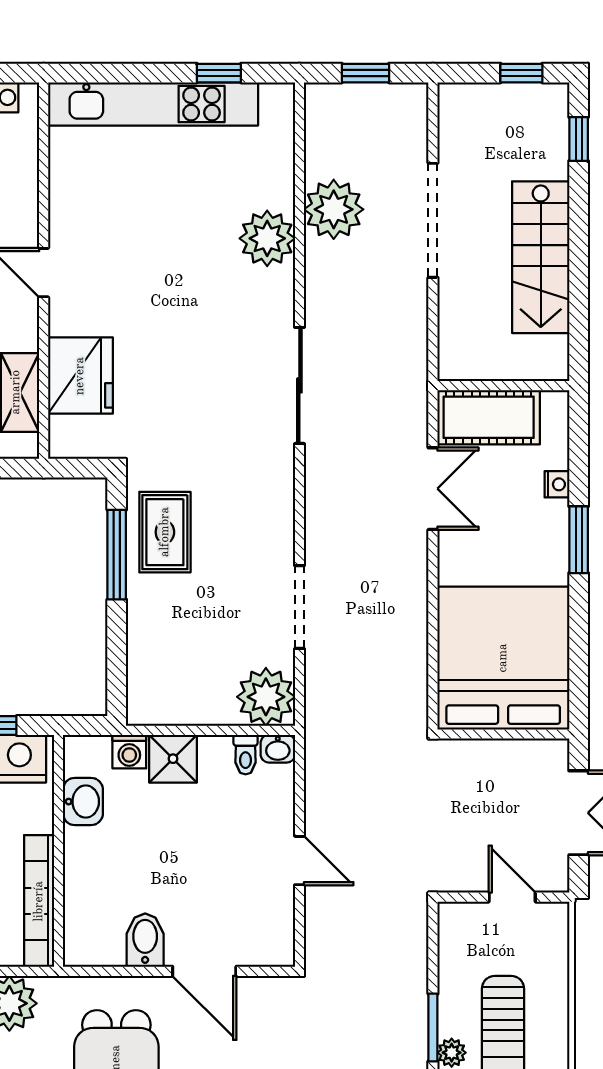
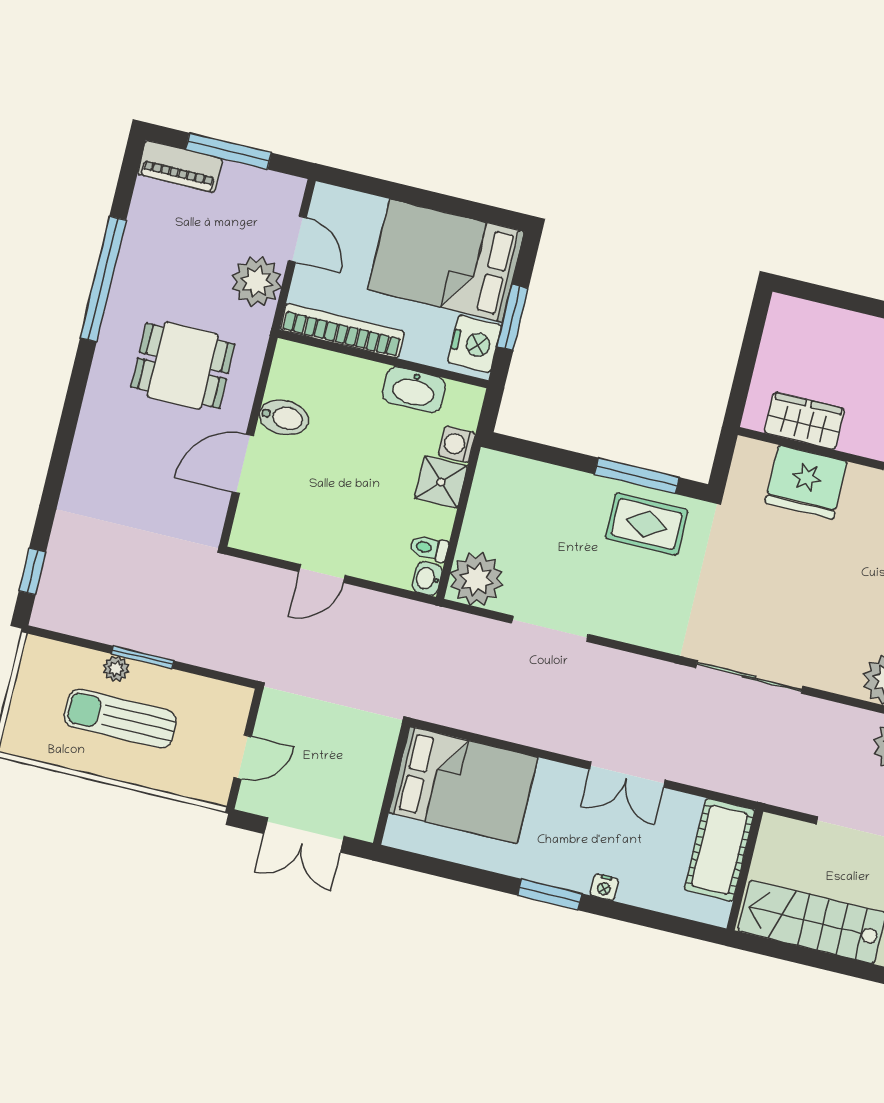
wall: (503, 386) -> (745, 870), moved
cot: (489, 417) -> (719, 850), moved
bed: (503, 658) -> (463, 785), width x0.73
washbasin: (83, 802) -> (414, 390), width x1.38

